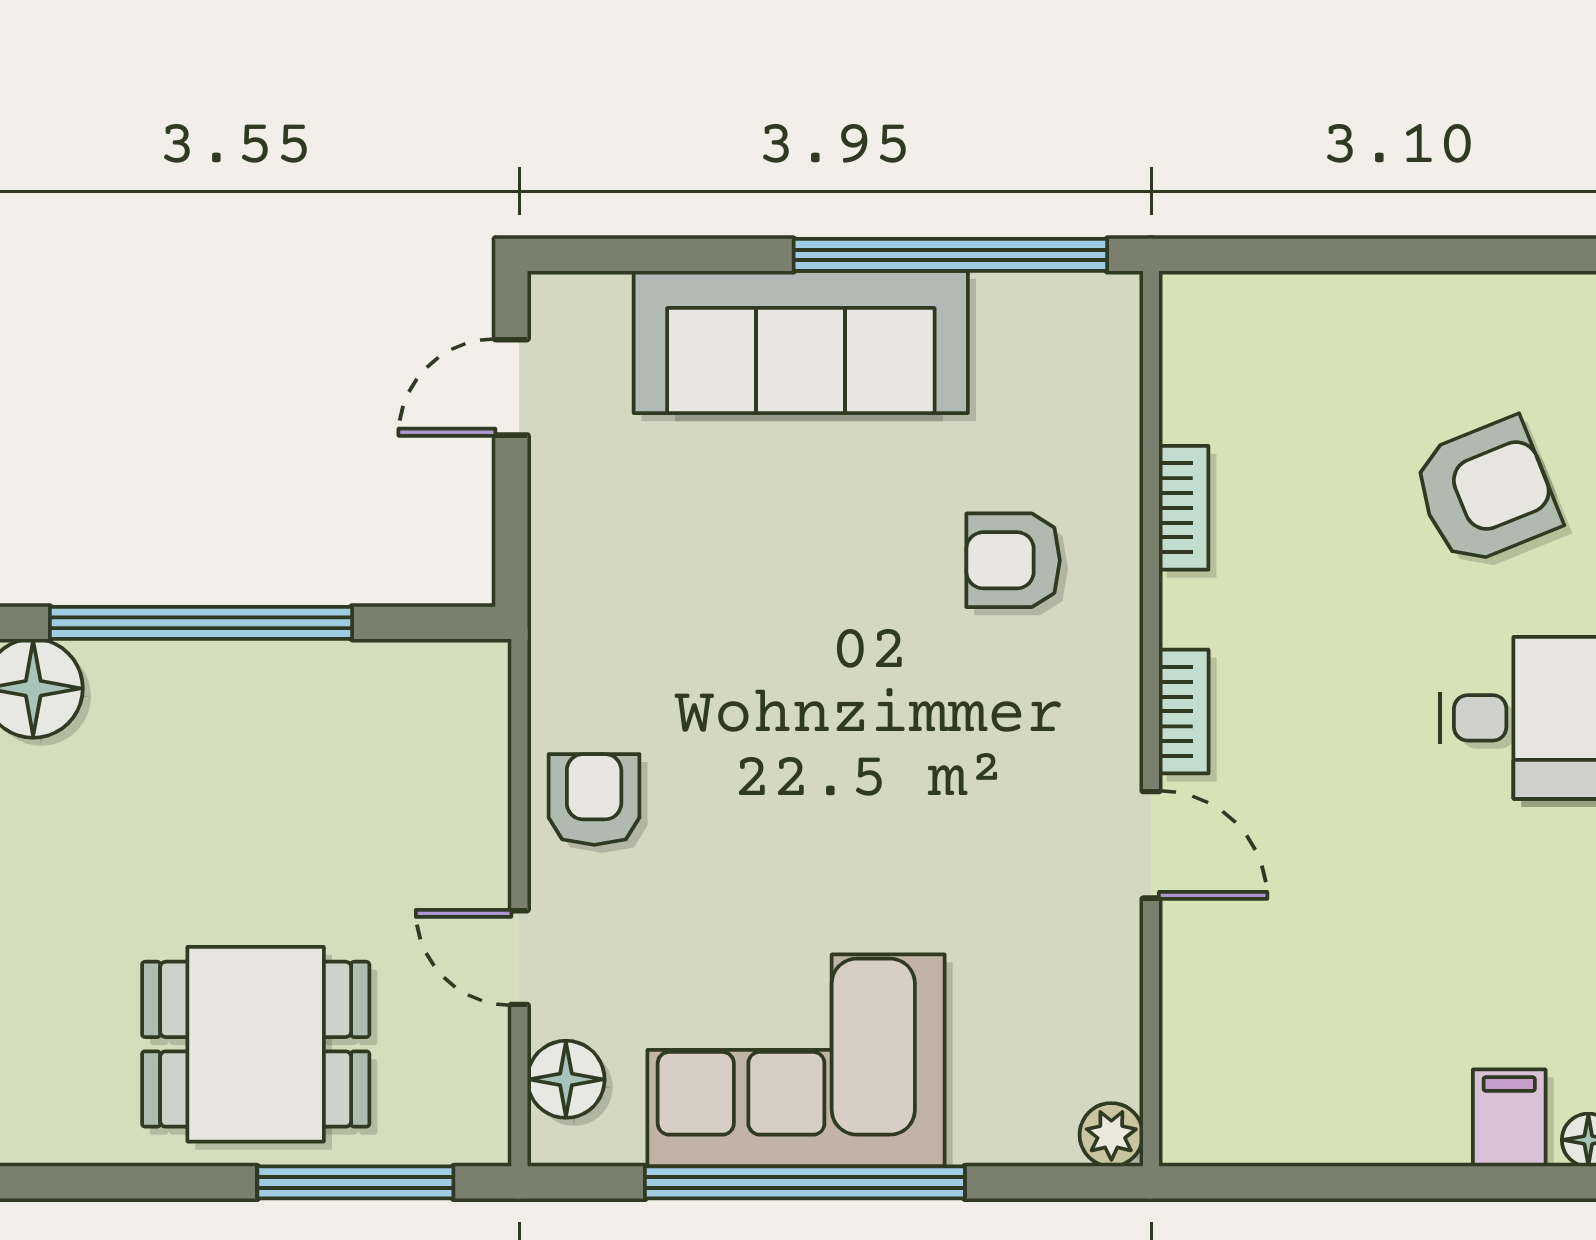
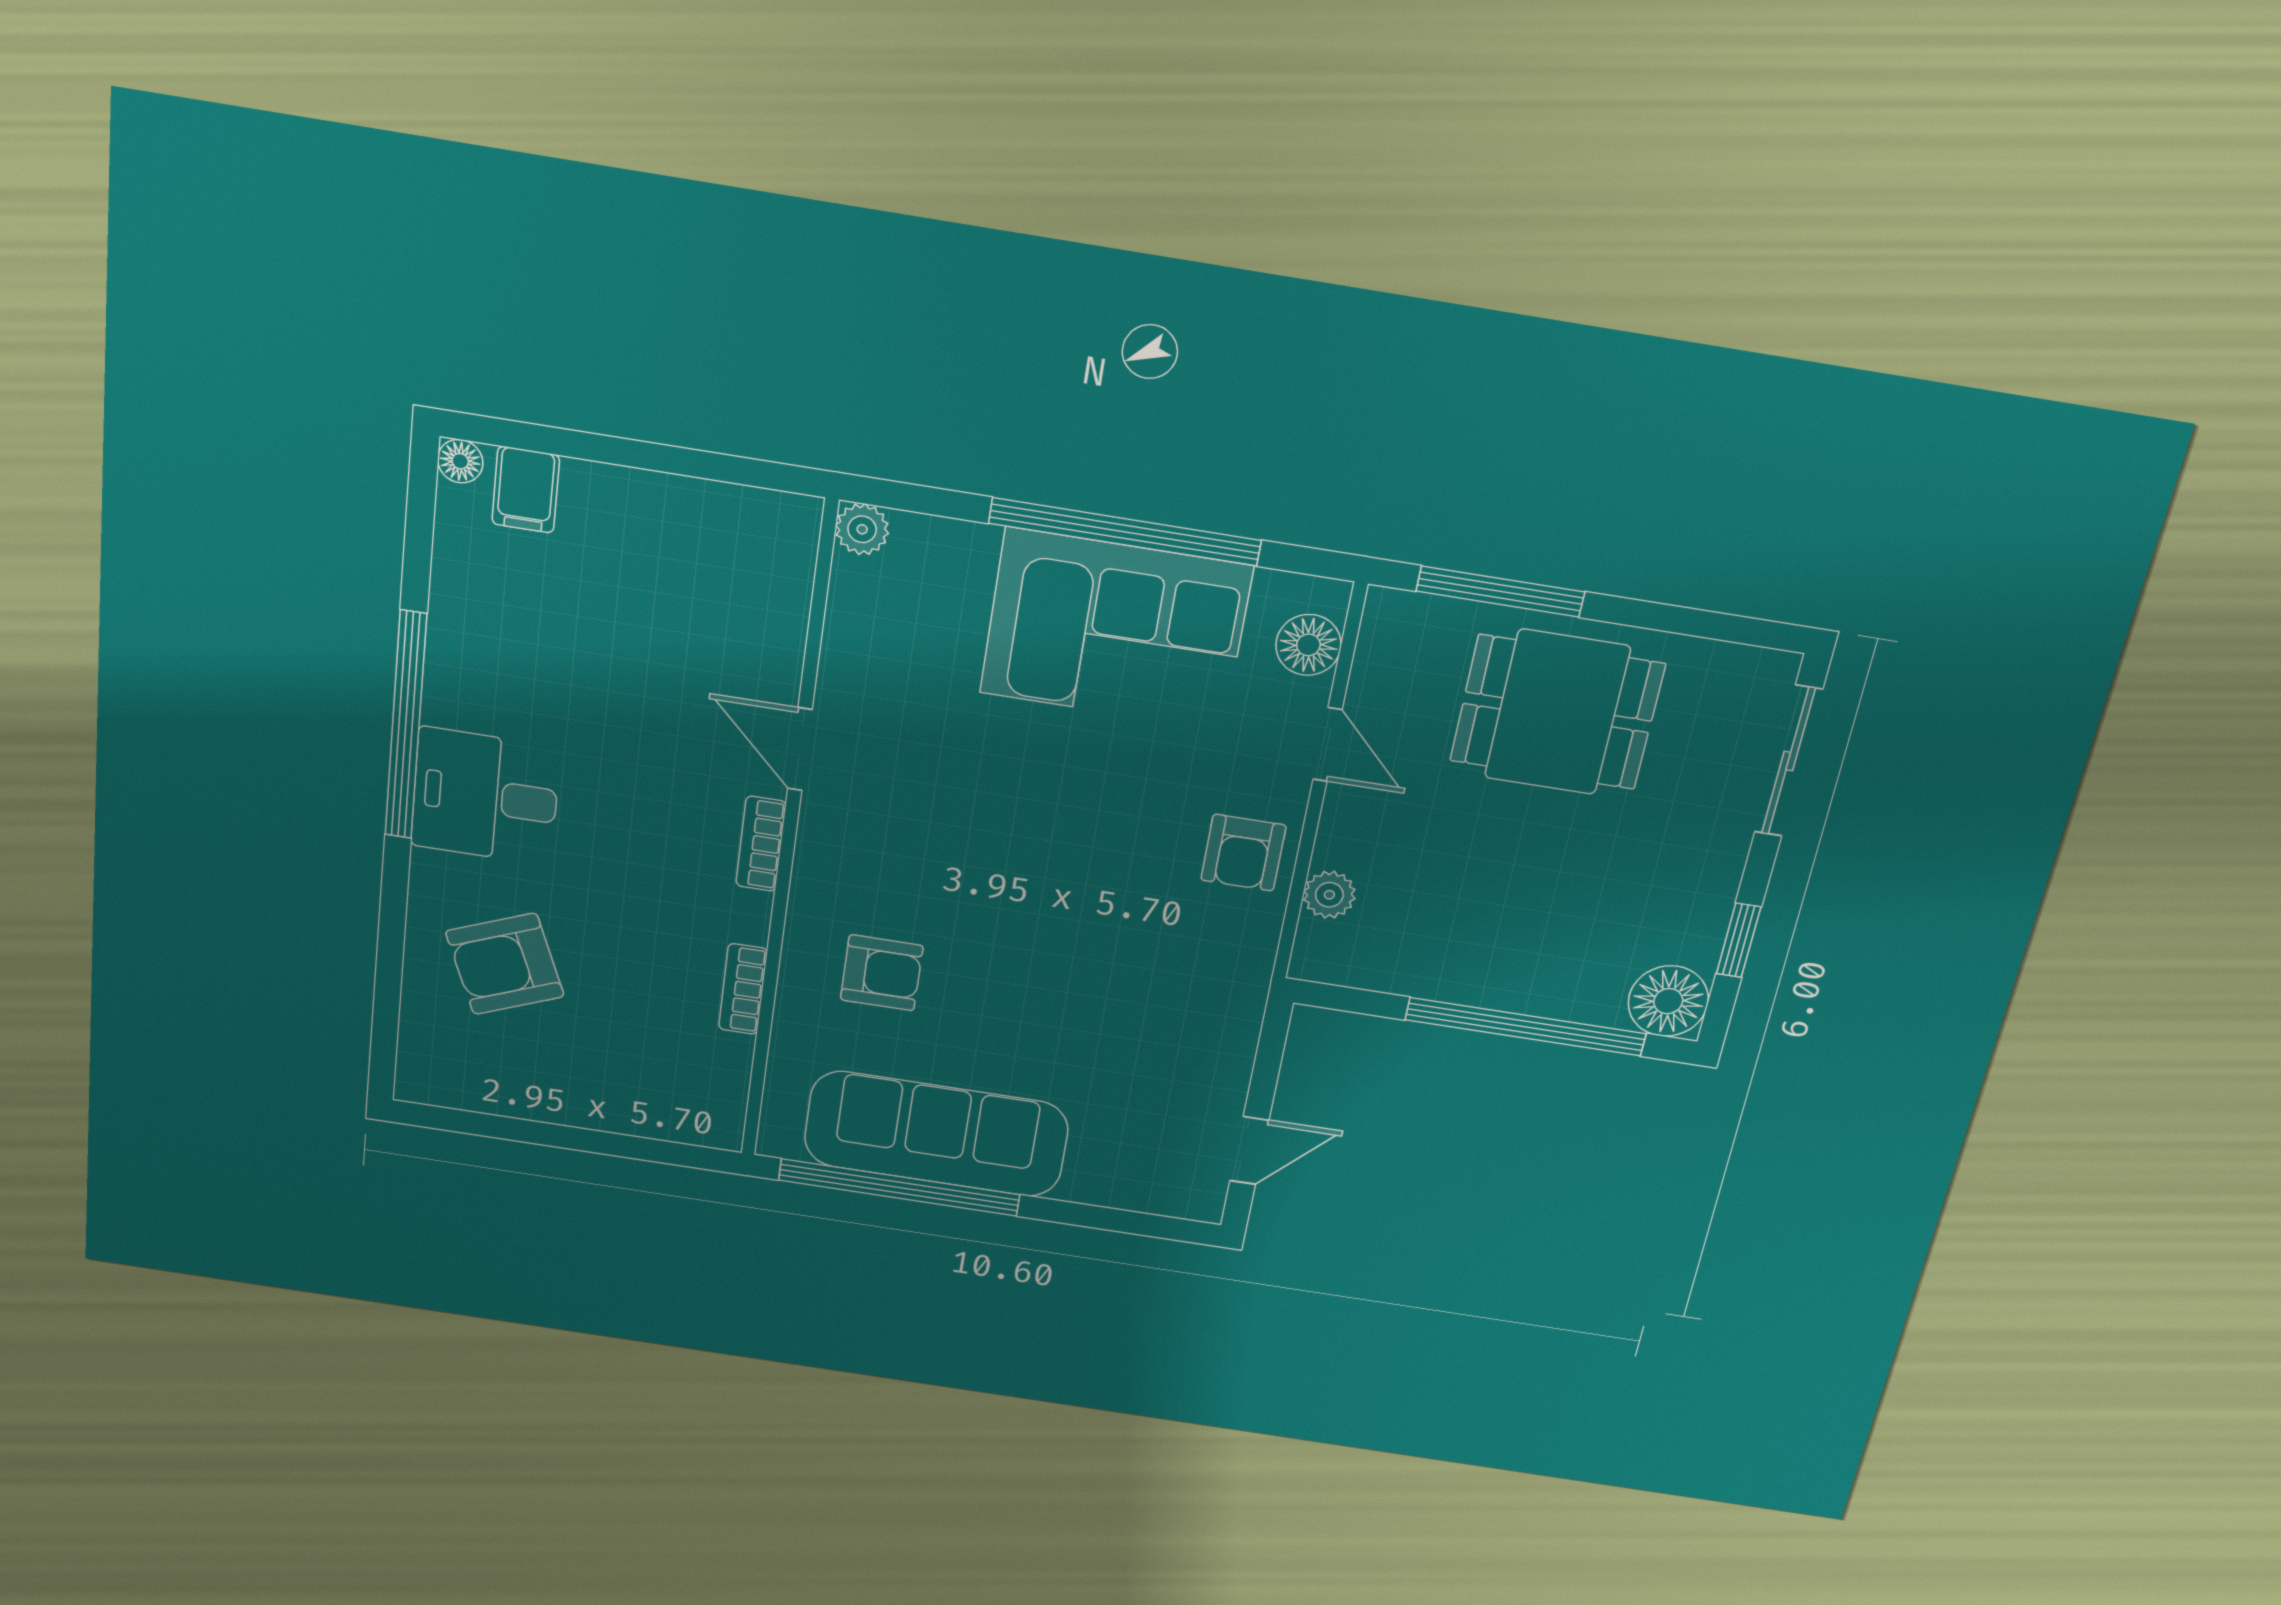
sofa: (801, 342) -> (936, 1134), moved
plant: (479, 761) -> (1329, 895), added

